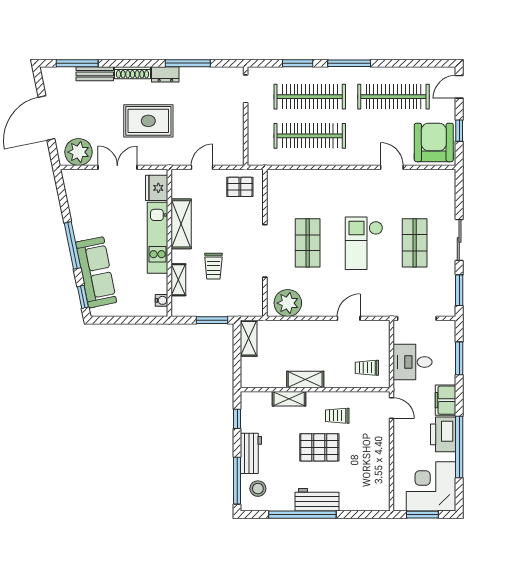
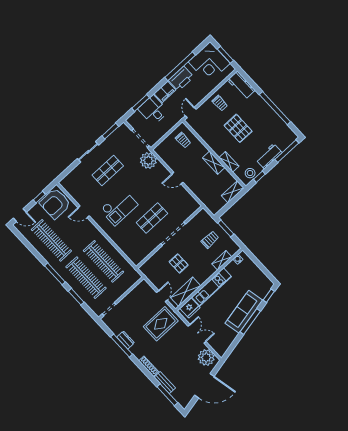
dresser: (165, 74) -> (126, 340), moved
rug: (148, 121) -> (161, 324), moved, turned 90
double door: (117, 167) -> (197, 334), swing flipped
door: (202, 167) -> (162, 296), swing flipped
door: (392, 167) -> (84, 212), hinge flipped
pallet: (240, 187) -> (179, 263), moved
shelving: (181, 224) -> (186, 292), moved
checkout: (364, 243) -> (119, 207), moved
trolley: (213, 266) -> (210, 240), moved
sofa: (96, 272) -> (244, 312), moved
plant: (288, 303) -> (148, 161), moved
door: (349, 318) -> (177, 178), moved
shelving: (249, 338) -> (233, 192), moved
desk: (413, 362) -> (153, 110), moved, turned 180
trolley: (337, 416) -> (220, 103), moved
stool: (258, 489) -> (250, 173), moved
workbench: (317, 500) -> (241, 85), moved

